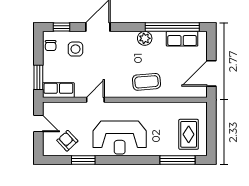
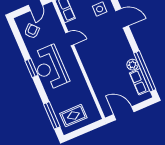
plant: (145, 38) -> (132, 65), moved
coffee table: (147, 82) -> (98, 70), removed
window: (83, 160) -> (31, 68), moved

